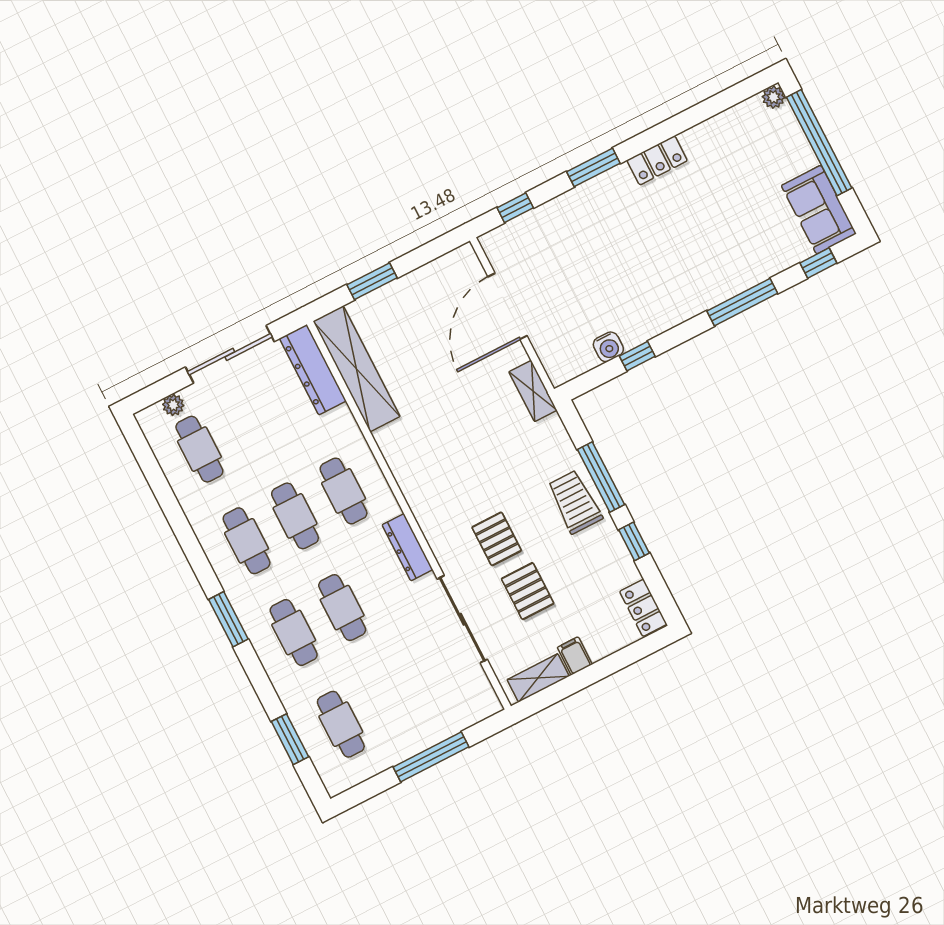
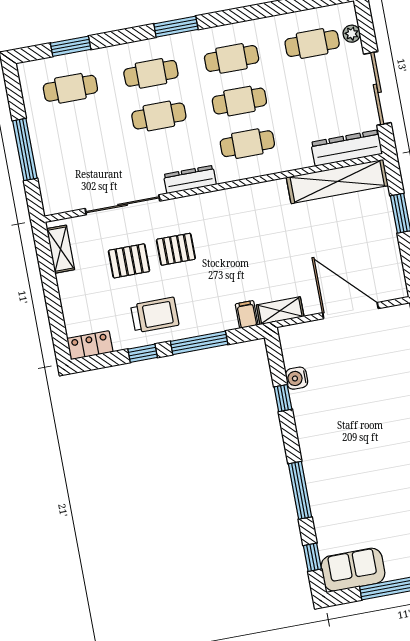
trolley: (575, 502) -> (155, 315), moved
filing cabinet: (575, 656) -> (247, 314), moved, turned -90

